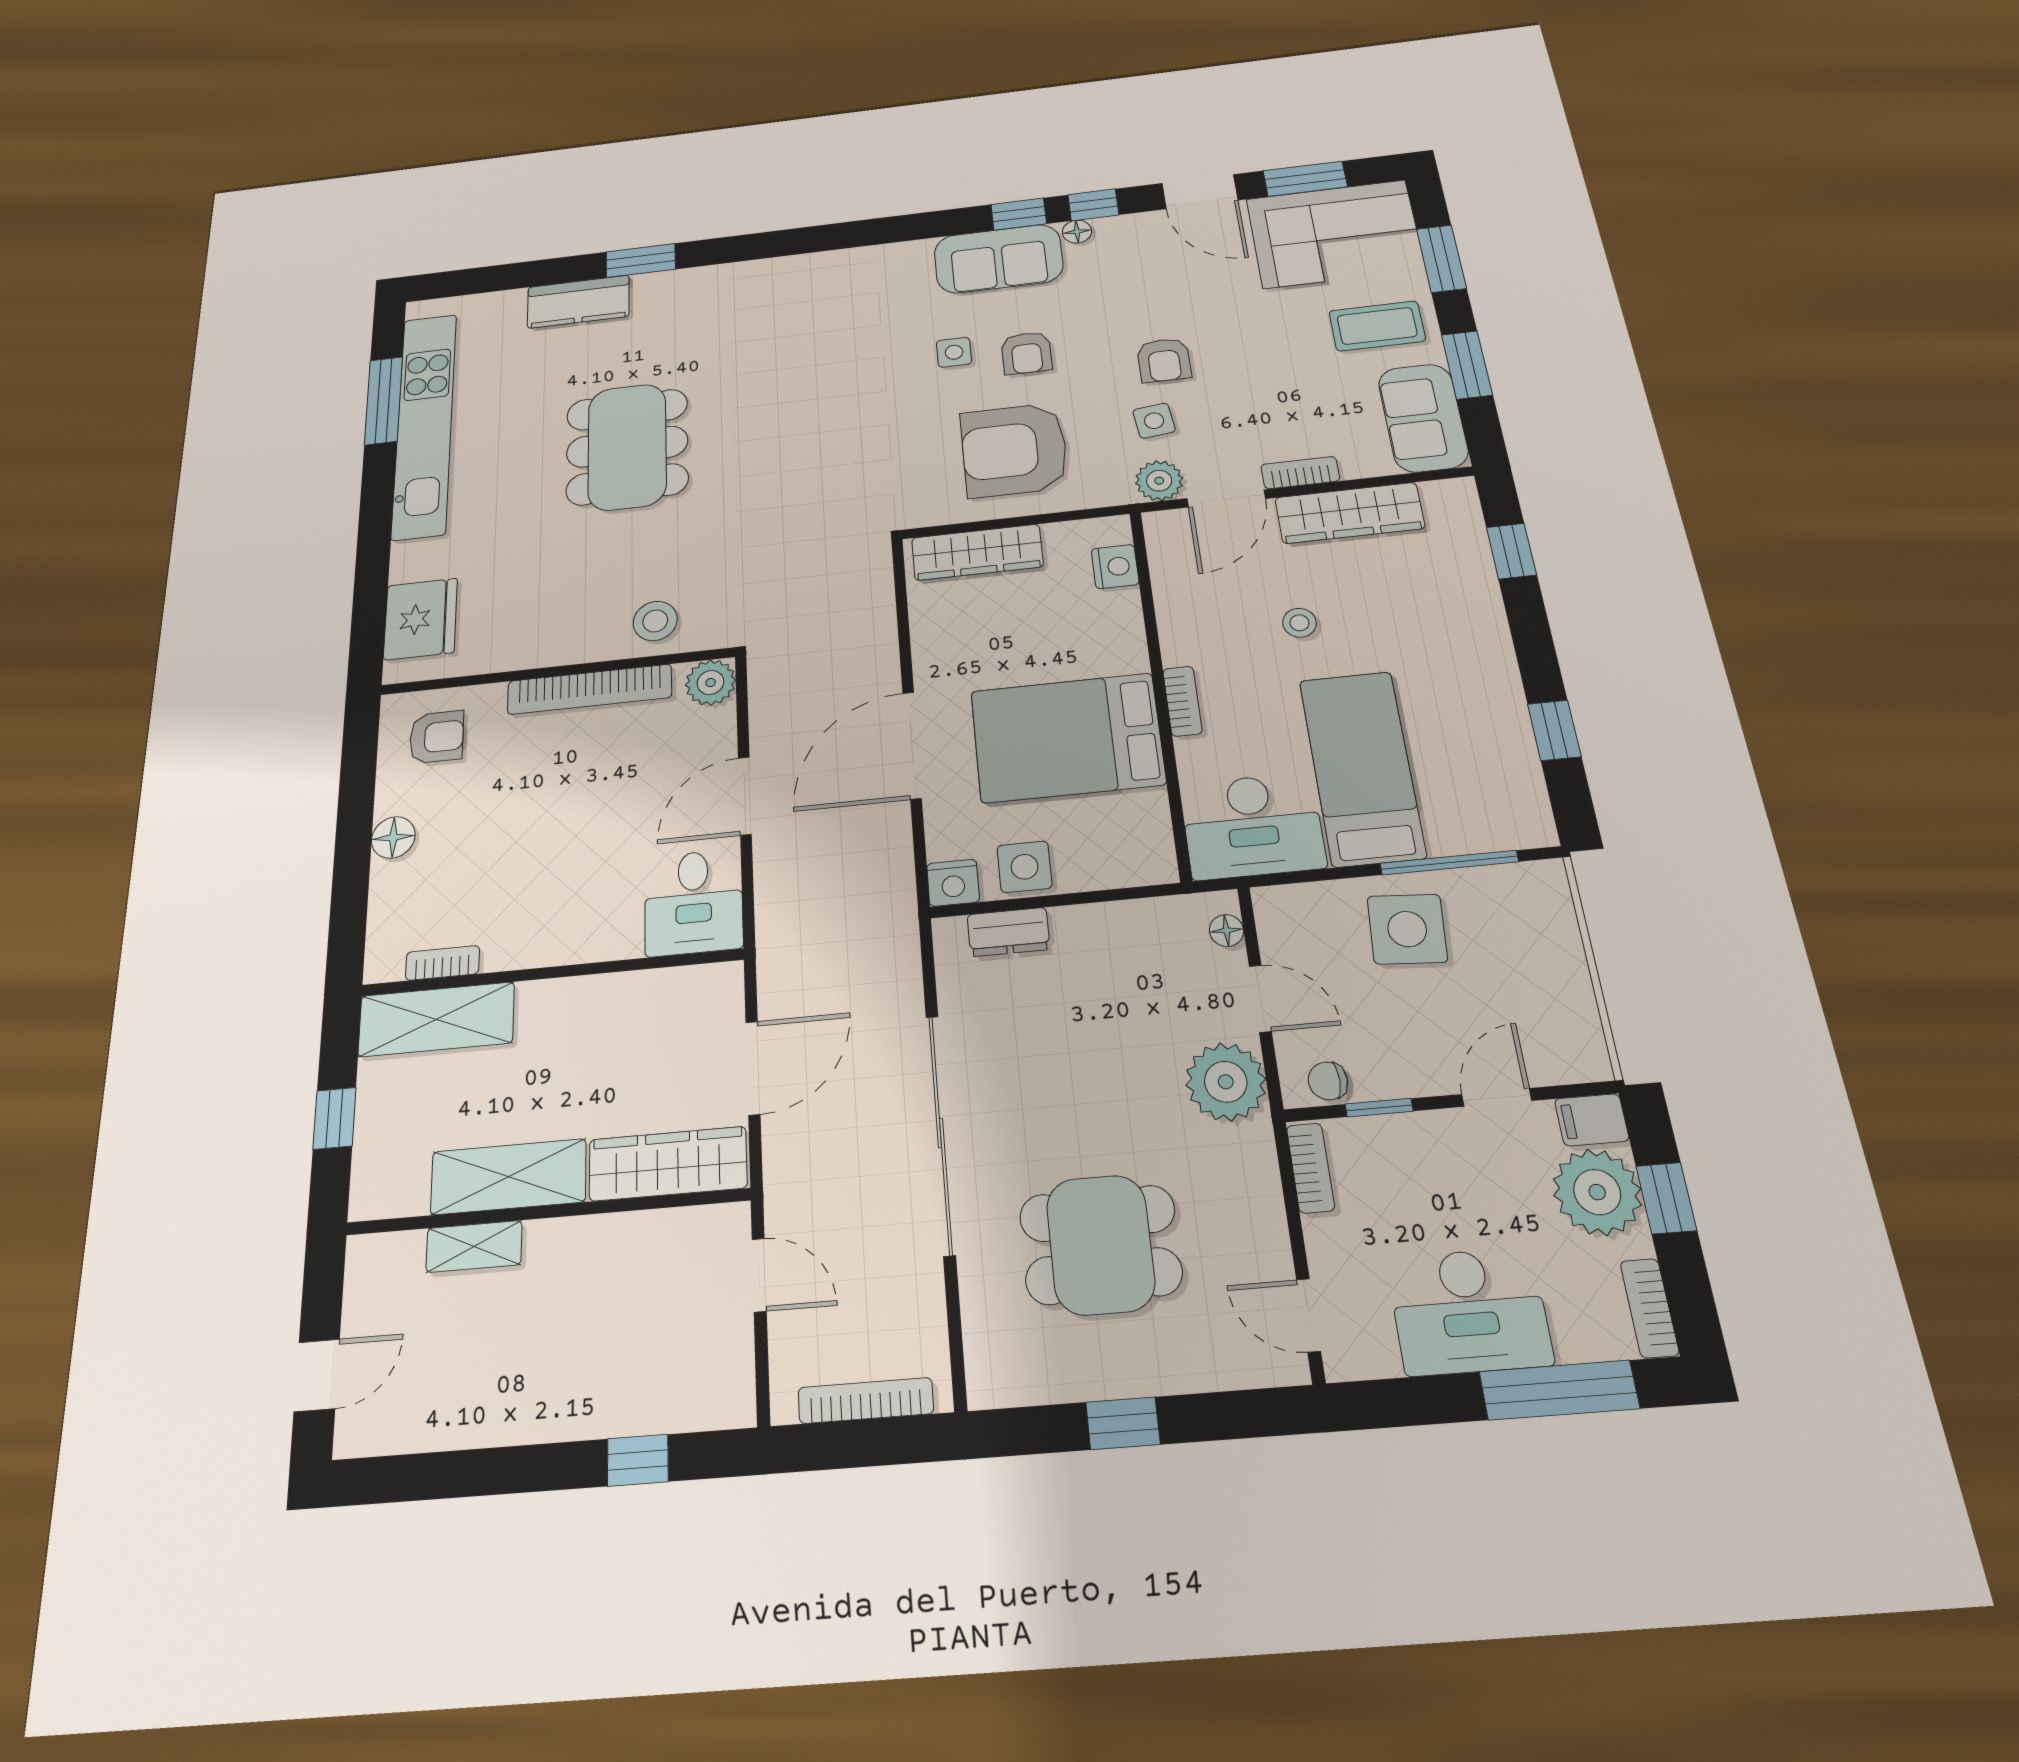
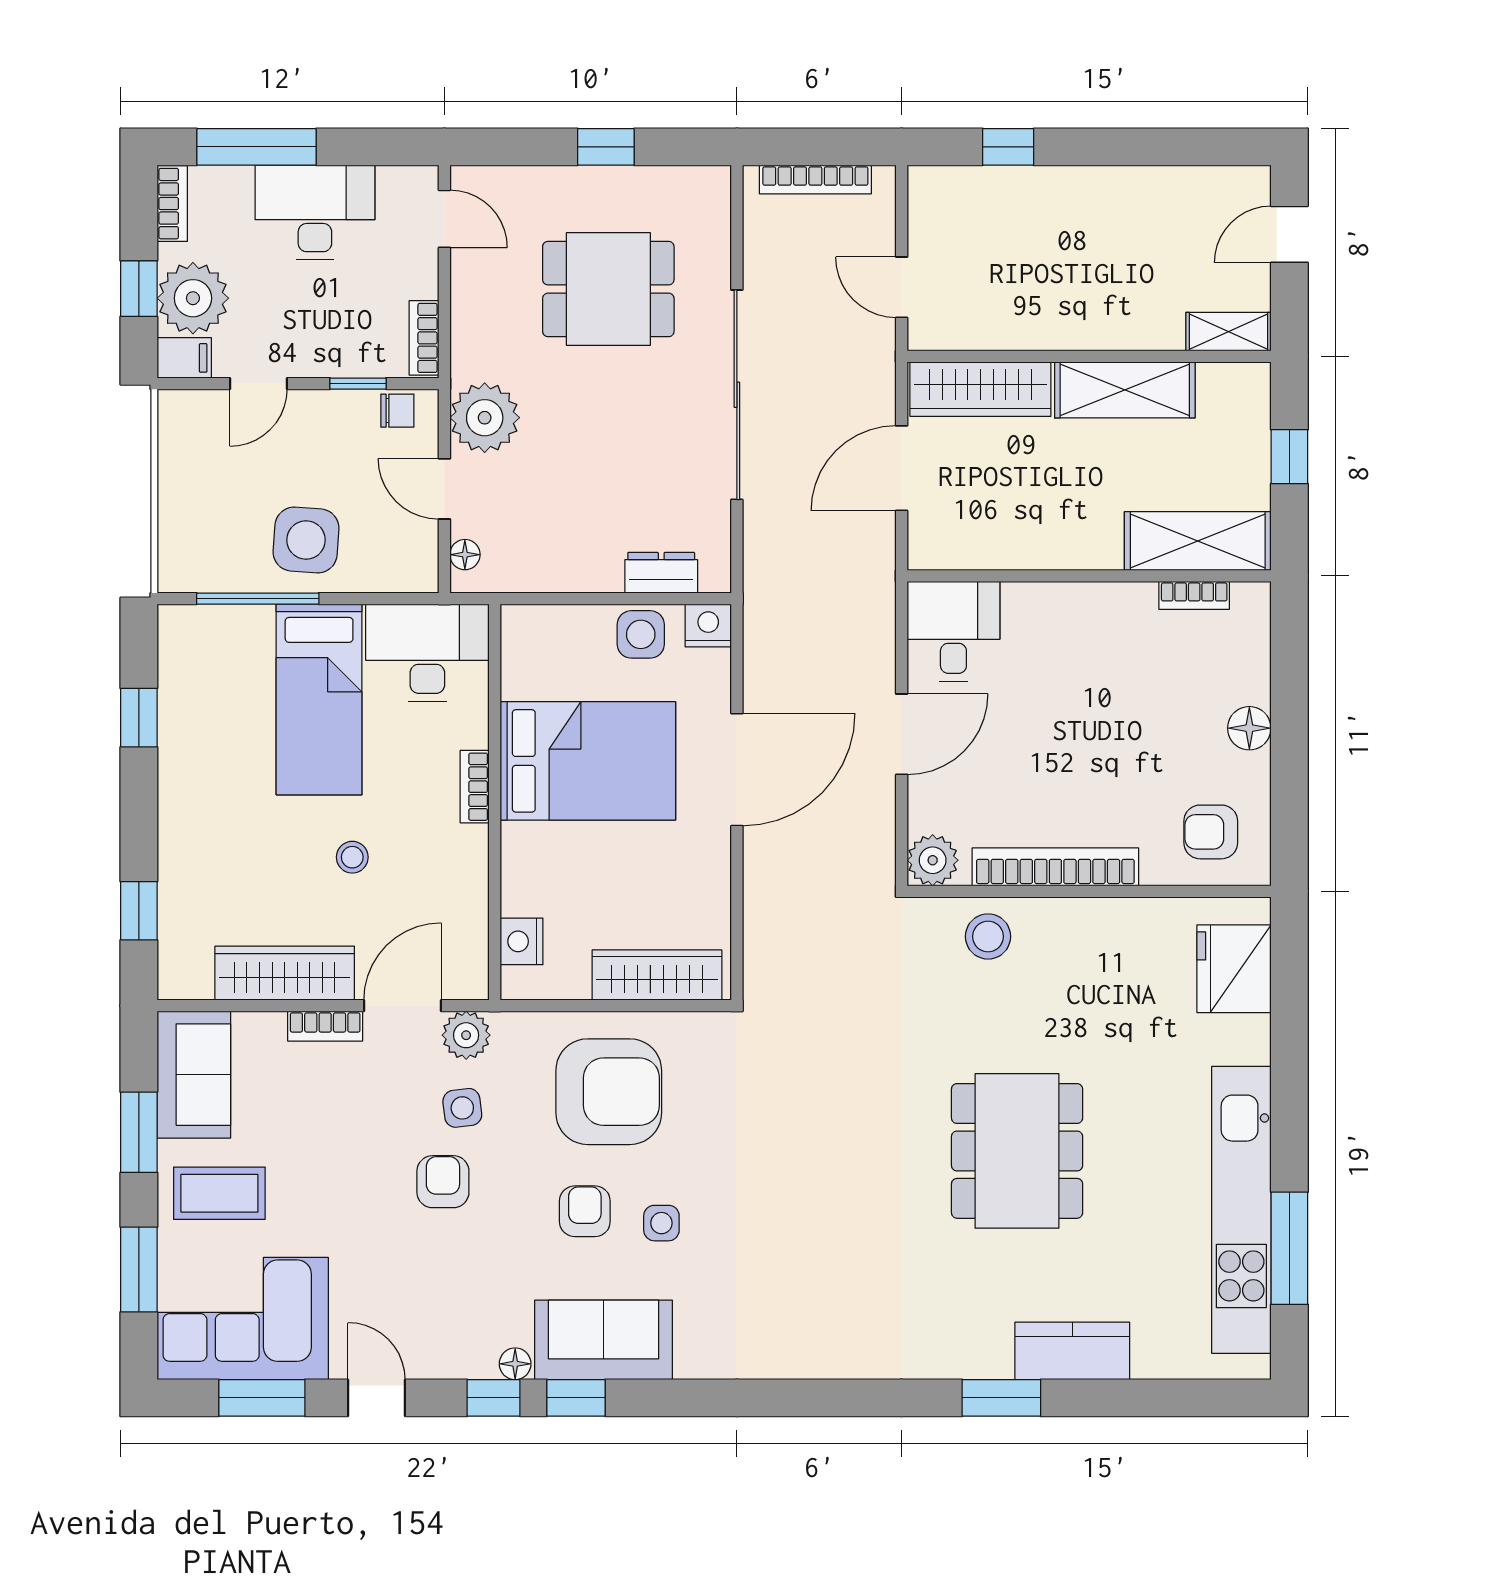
door: (1200, 192) -> (376, 1398), width x0.73
shelving: (474, 1246) -> (1228, 332), moved

